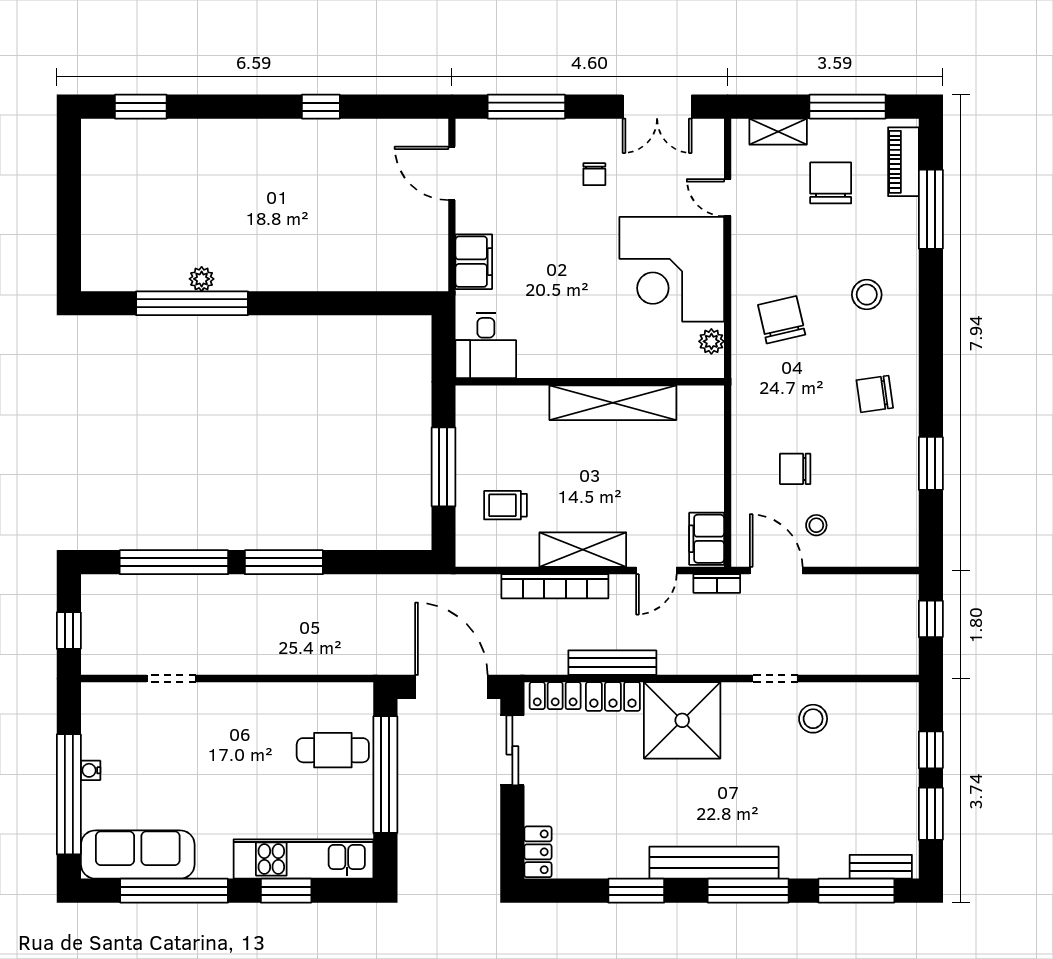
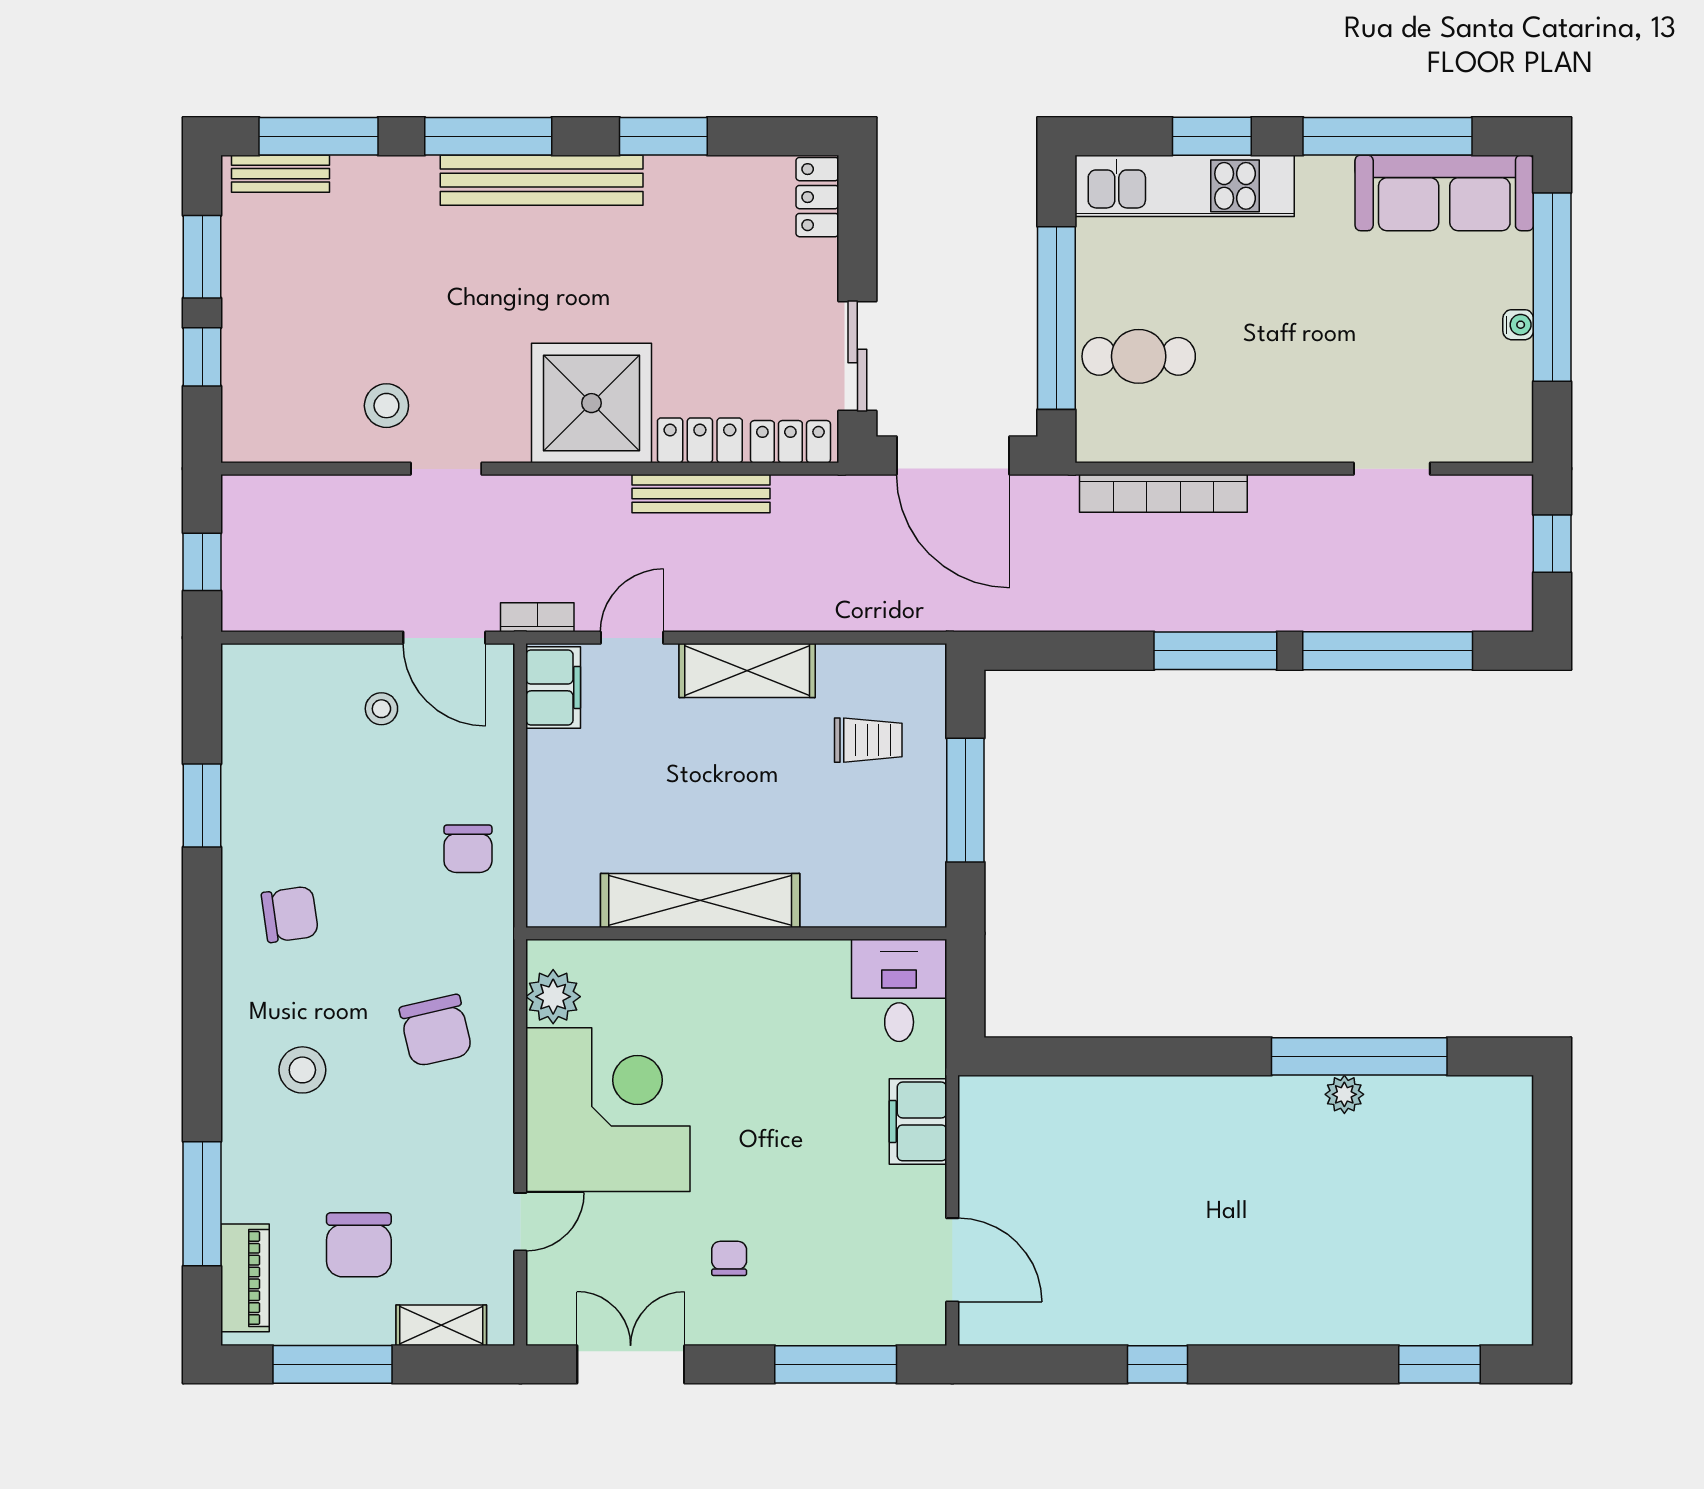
door: (728, 198) -> (520, 1222), hinge flipped
plant: (711, 341) -> (553, 997), width x1.38, depth x1.38
chair: (795, 469) -> (468, 849), moved, turned 90
bookcase: (555, 586) -> (1163, 493), moved, turned 180

